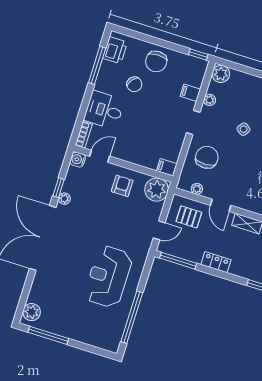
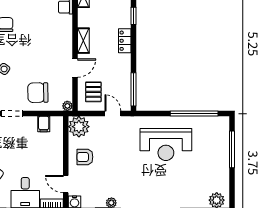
filing cabinet: (167, 167) -> (44, 124), moved
plant: (197, 189) -> (67, 106), moved
locker: (216, 262) -> (125, 41), moved
window: (48, 335) -> (232, 149), moved

